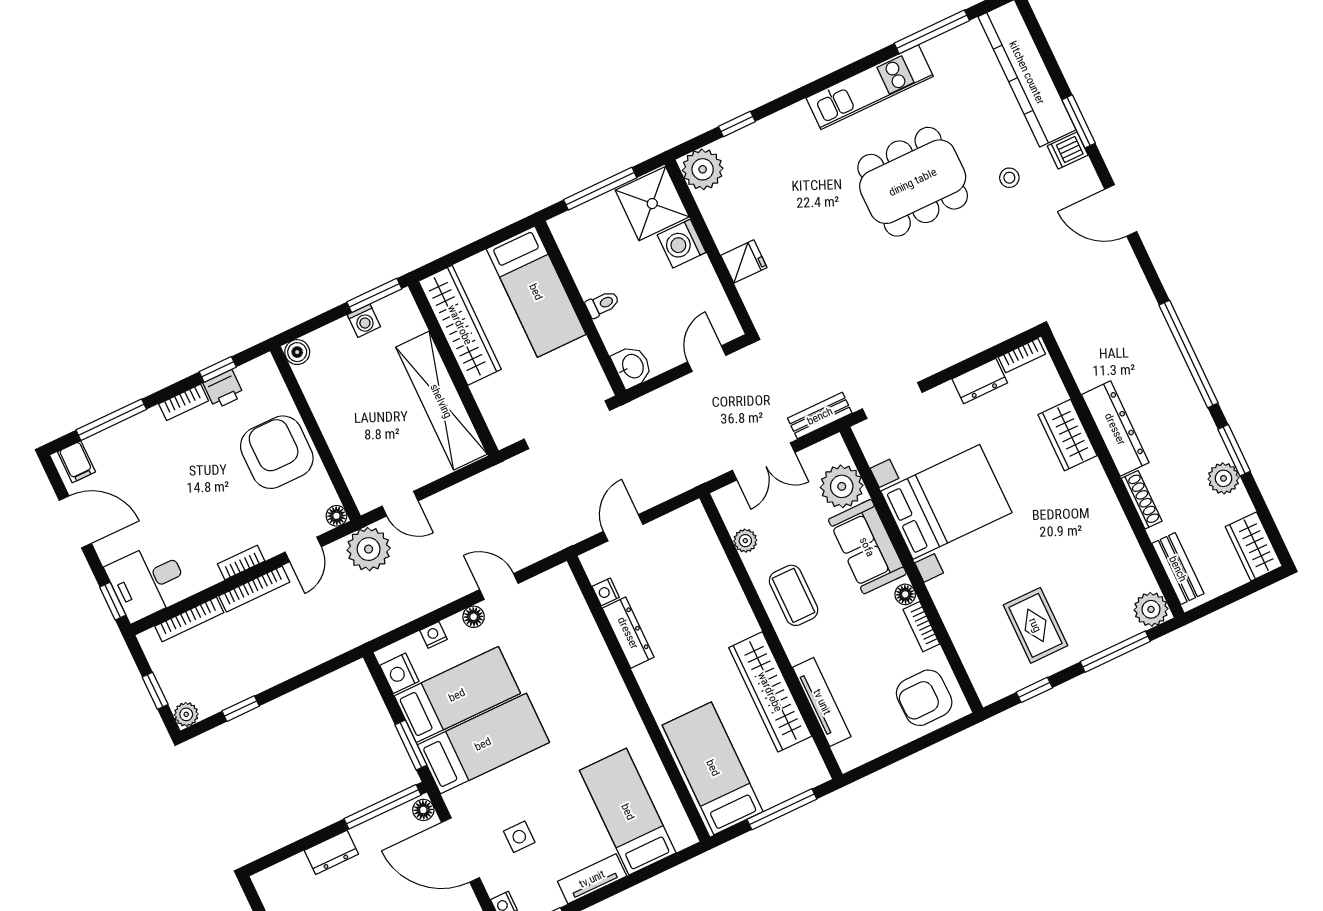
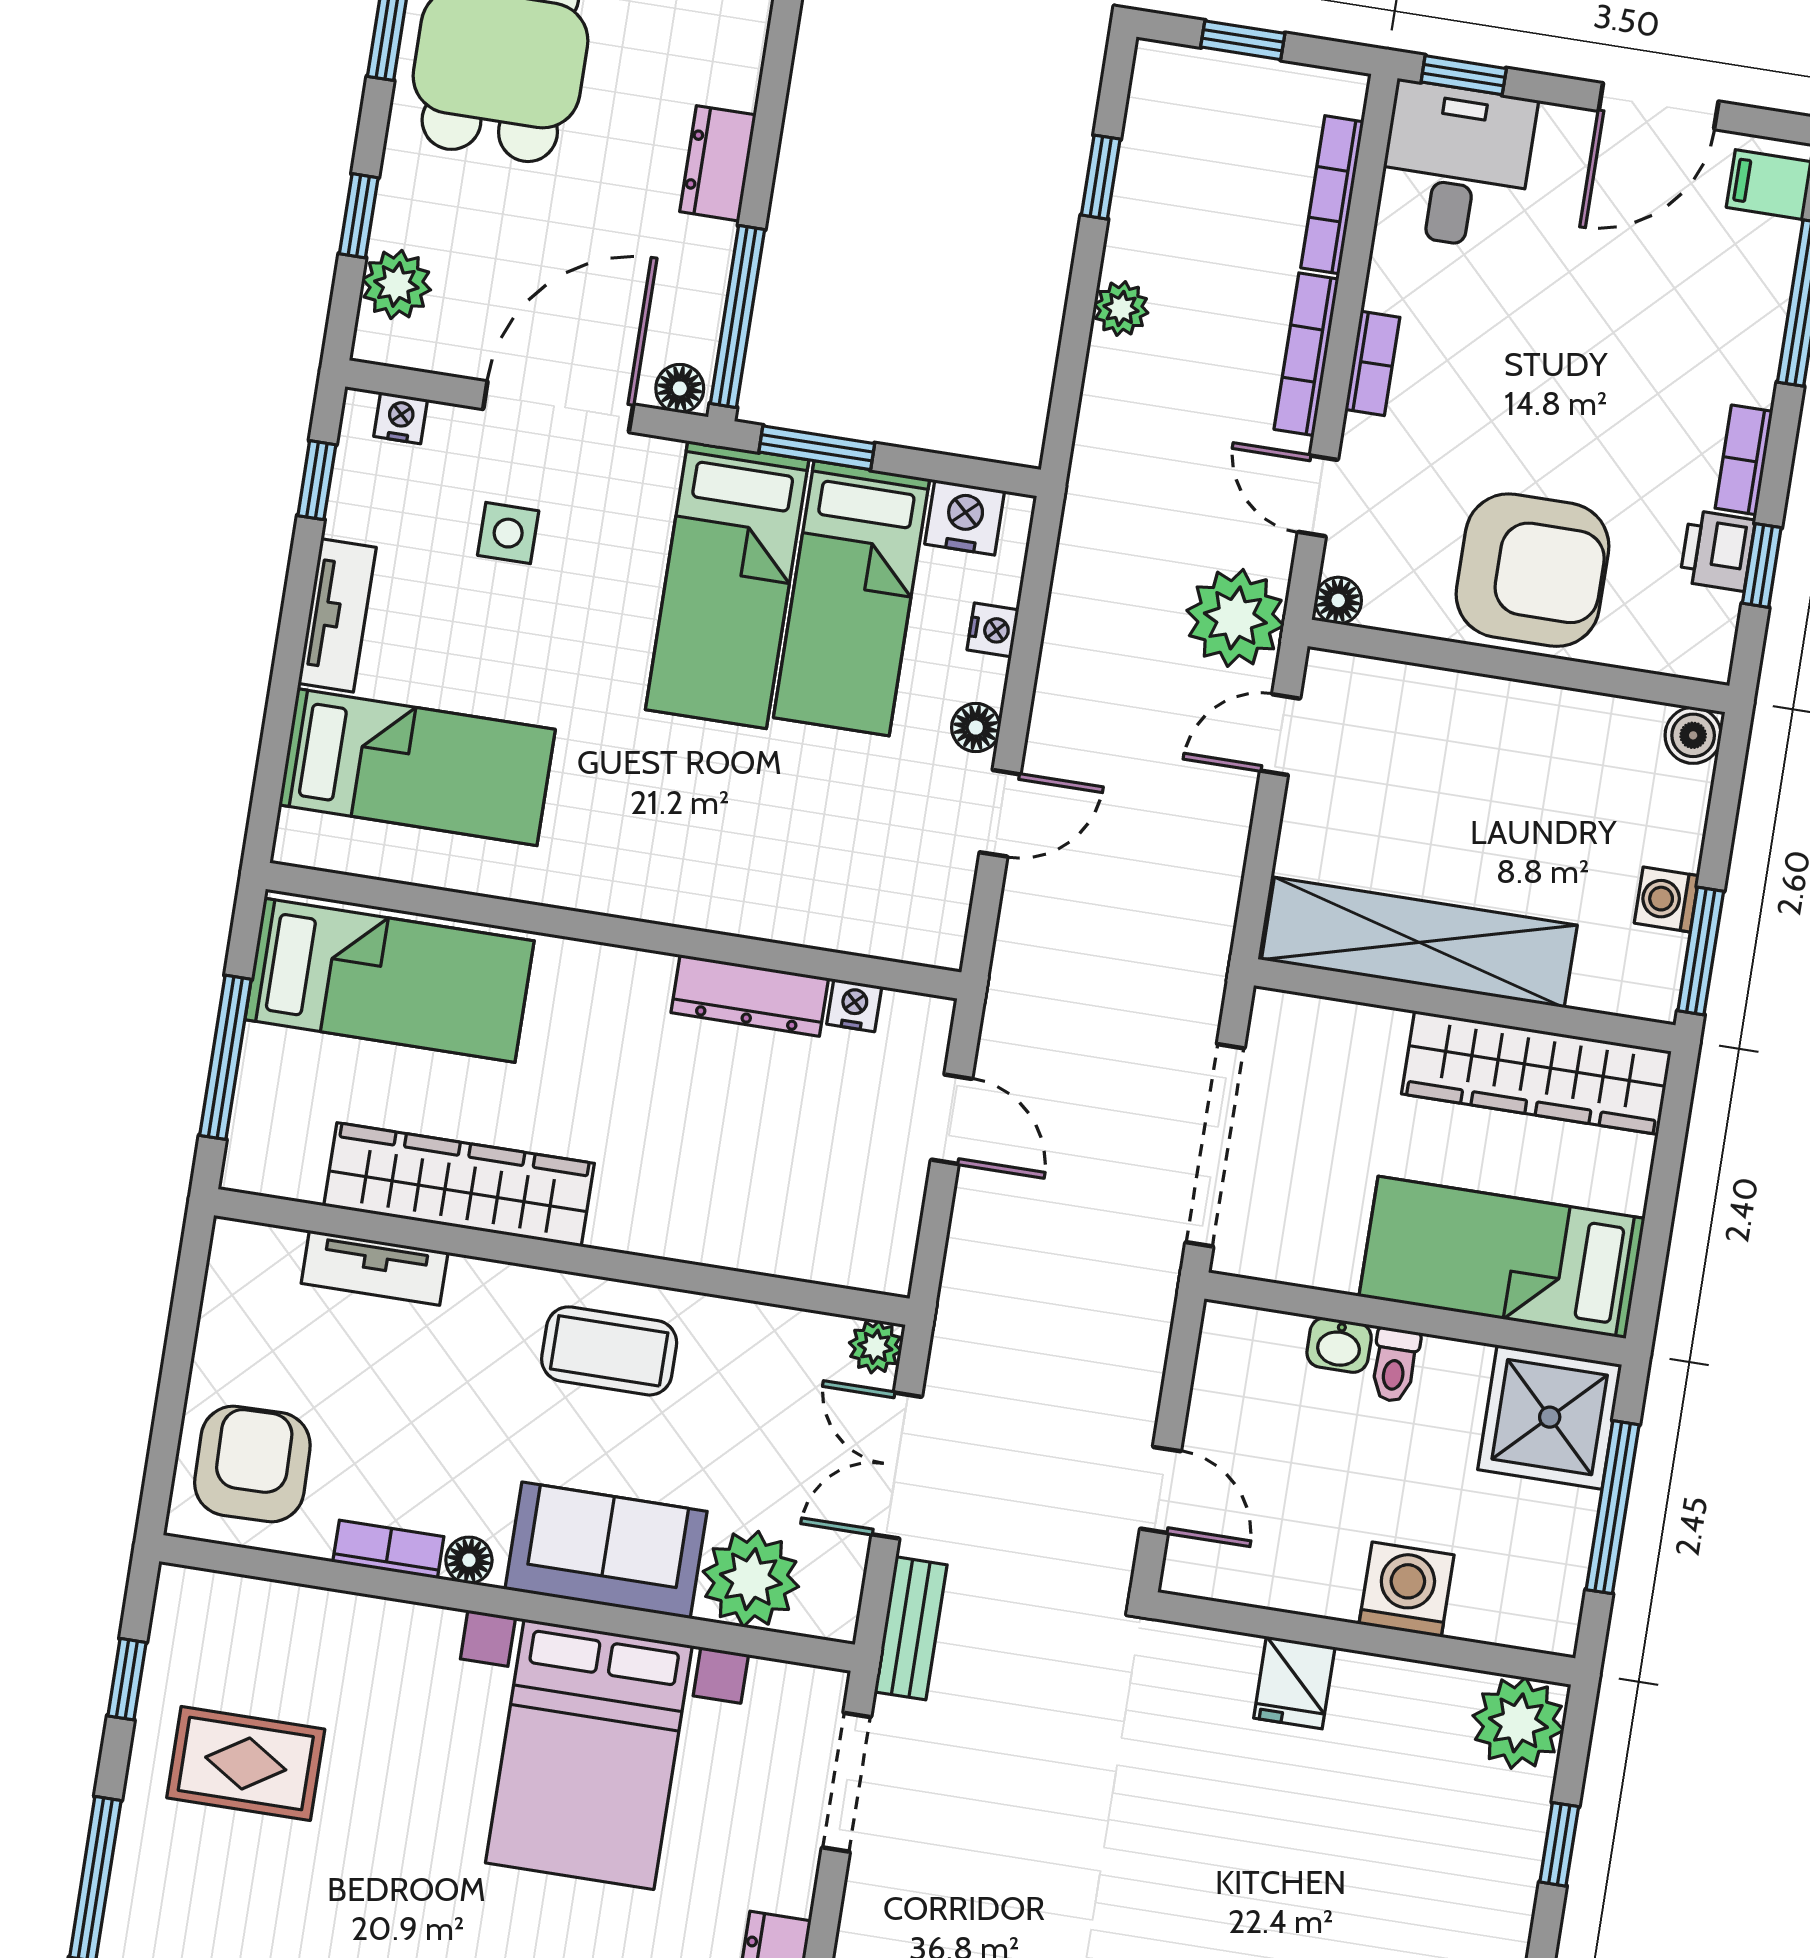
shower: (652, 204) -> (1550, 1417), moved
washbasin: (632, 367) -> (1339, 1345), moved, width x0.72, depth x0.69
plant: (745, 541) -> (875, 1347), moved
tv unit: (822, 702) -> (375, 1268), width x0.71
plant: (186, 714) -> (1121, 308), moved

